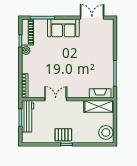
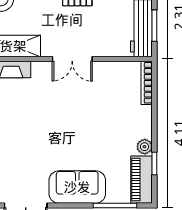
double door: (56, 99) -> (72, 59), moved

